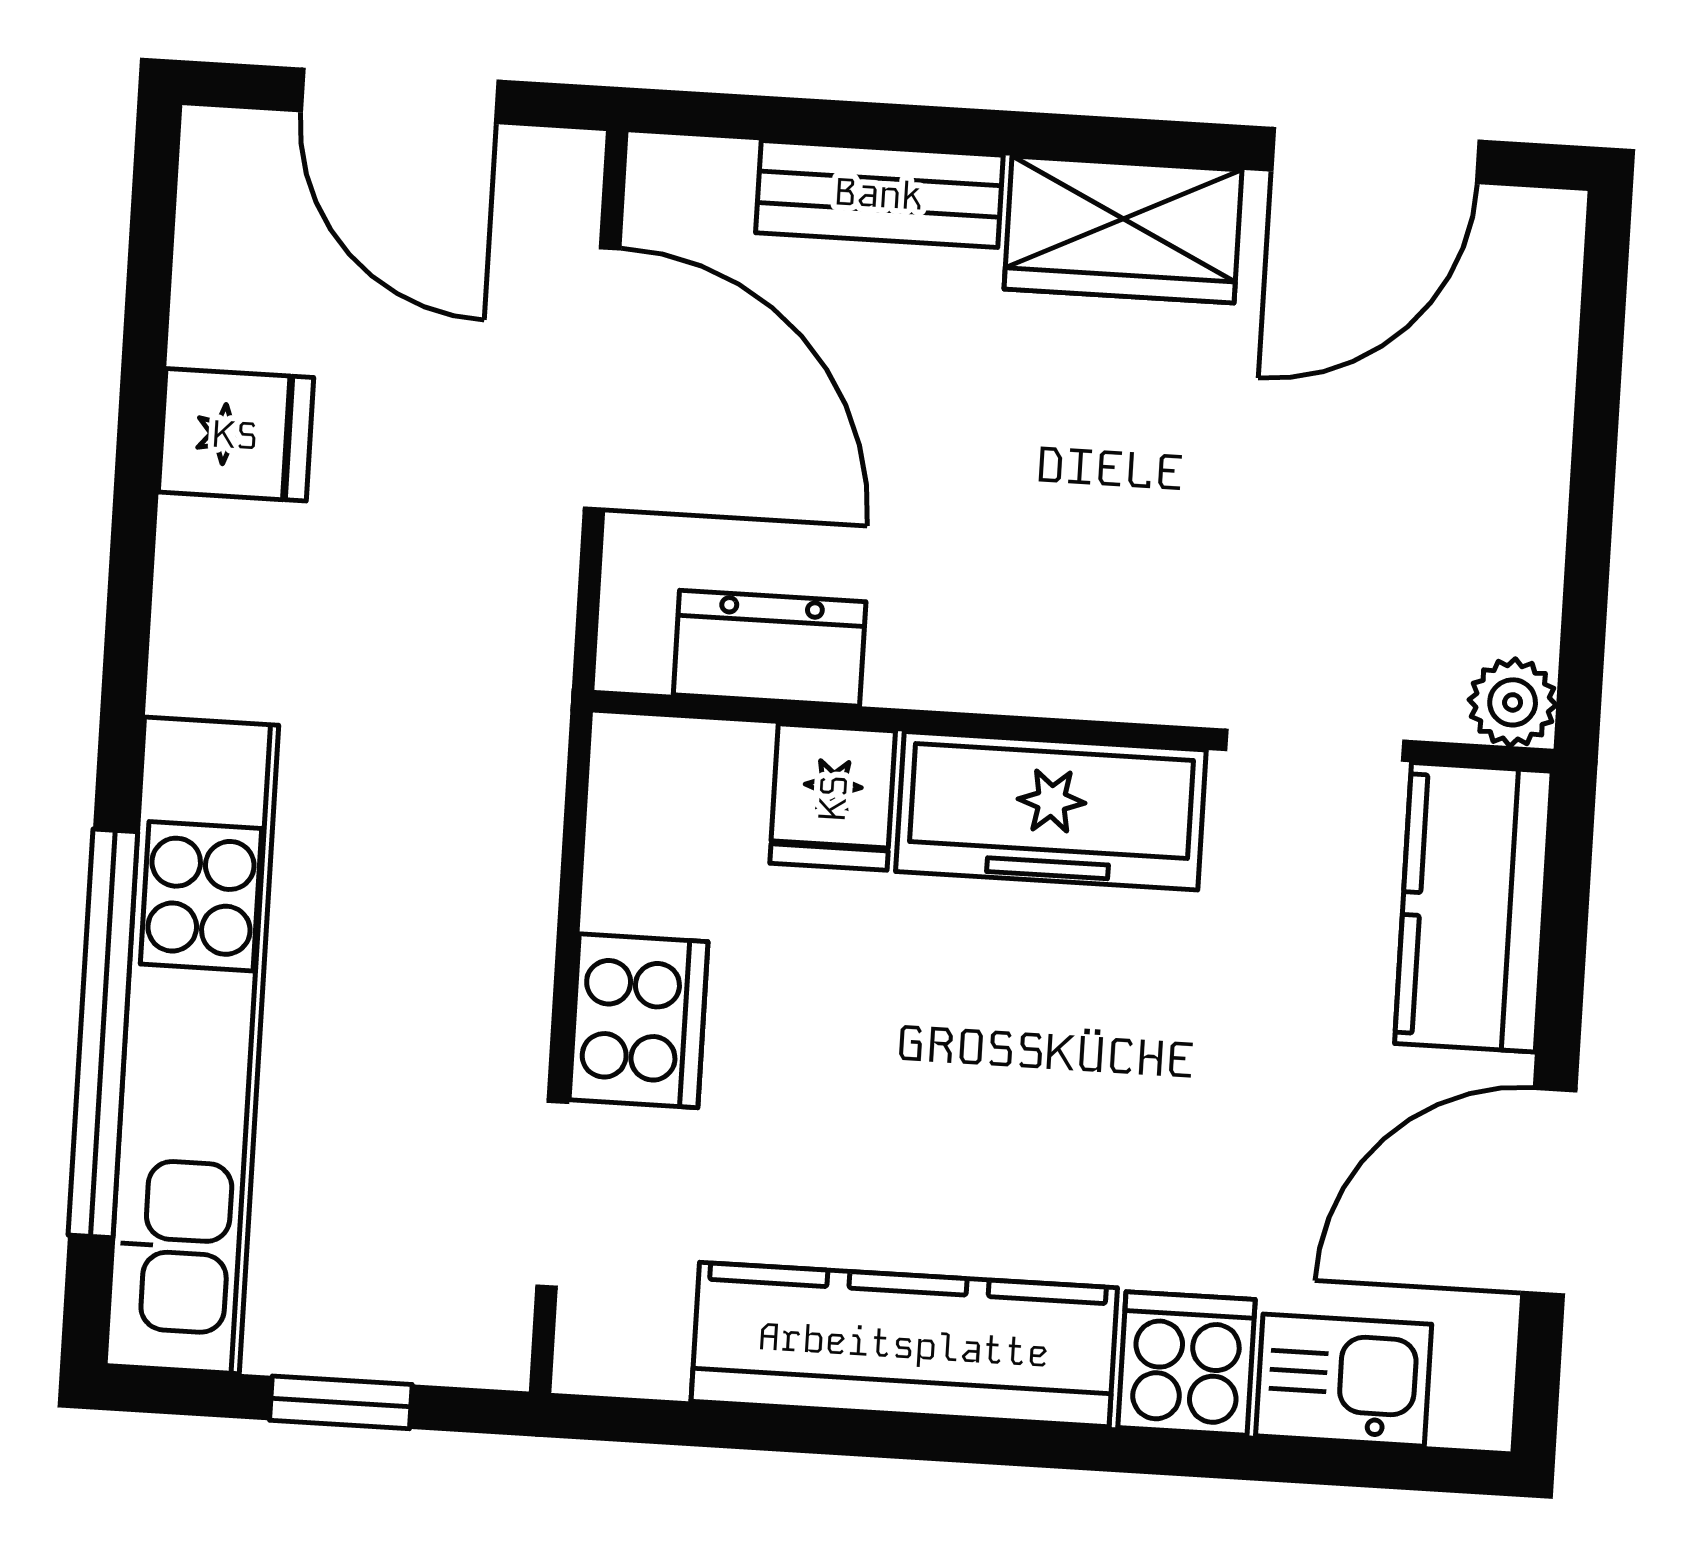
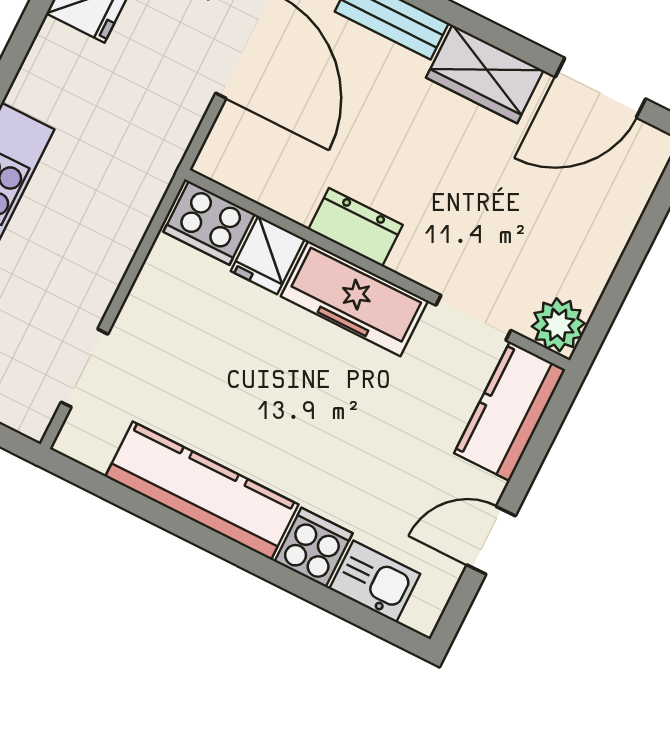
dresser: (770, 648) -> (355, 227), moved
plant: (1513, 702) -> (558, 325), width x1.38, depth x1.38
cooker: (638, 1021) -> (209, 223), moved, turned 90
door: (1549, 1192) -> (491, 540), width x0.73

